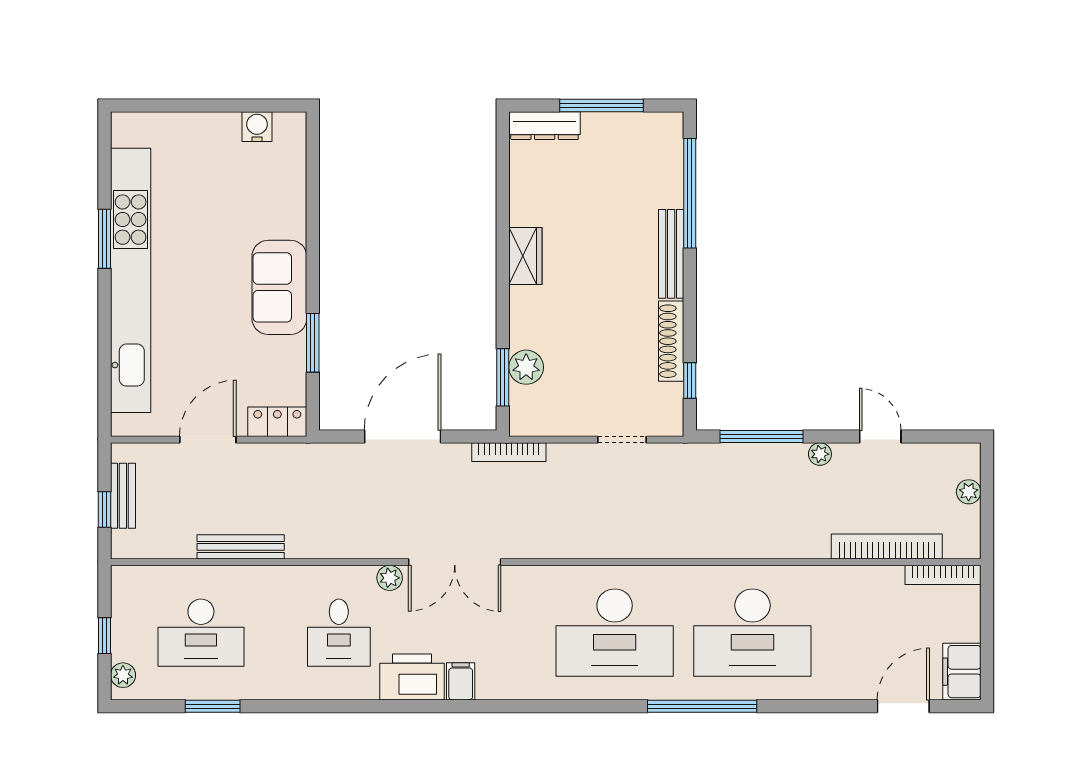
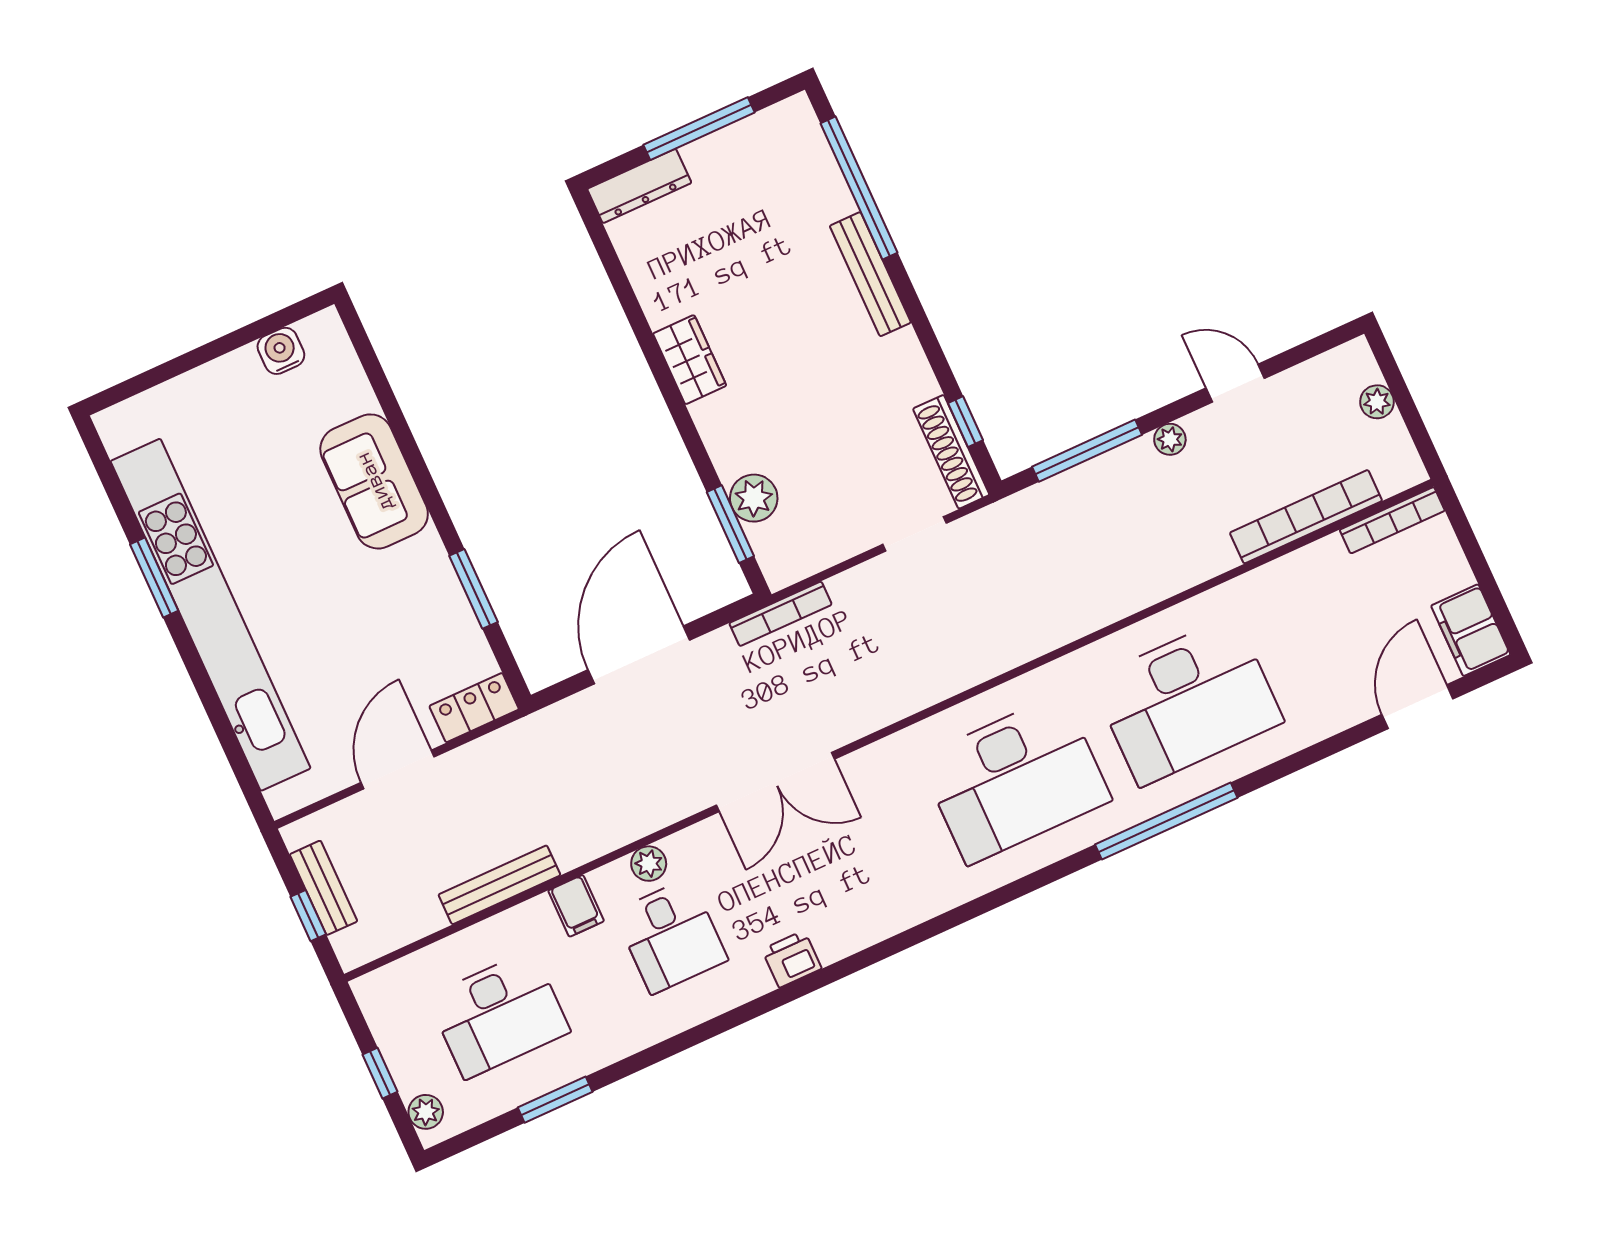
sofa: (279, 287) -> (374, 481), moved
shoe rack: (671, 341) -> (951, 452), moved
plant: (390, 578) -> (649, 864), moved
printer: (412, 677) -> (792, 959), width x0.53, depth x0.68
filing cabinet: (461, 681) -> (576, 906), moved, turned 180

